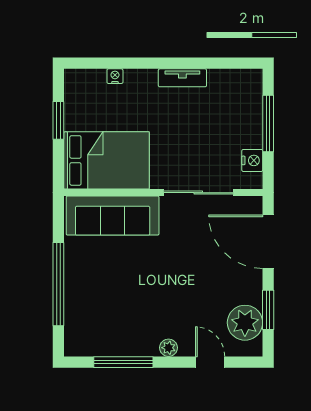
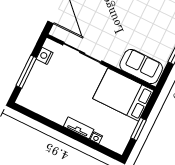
tv unit: (182, 78) -> (79, 128), moved
sofa: (113, 216) -> (141, 66), width x0.73

